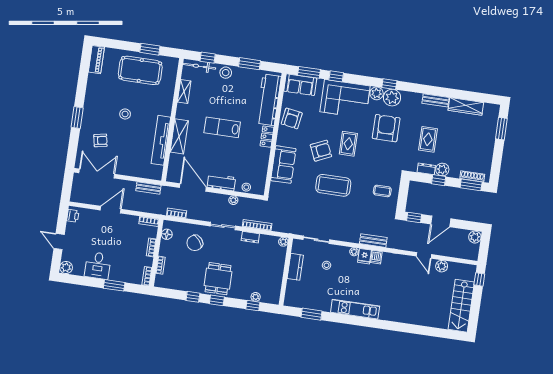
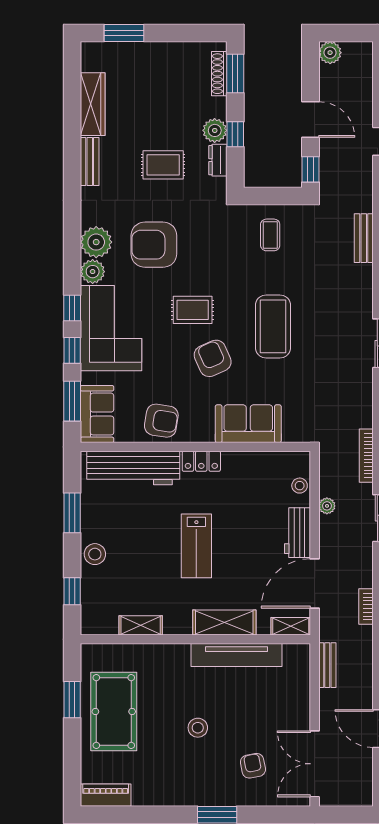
bicycle: (199, 66) -> (90, 604), removed
window: (389, 84) -> (72, 308), moved
shelving: (172, 171) -> (291, 626), added

